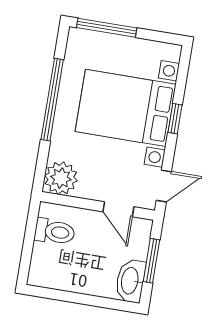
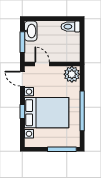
door: (164, 186) -> (22, 79), hinge flipped
toilet: (55, 232) -> (71, 27), moved

